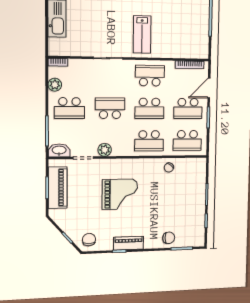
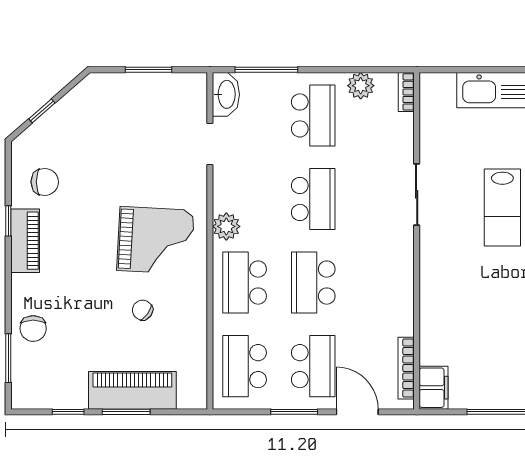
lab bench: (142, 34) -> (502, 207), moved, turned -90
filing cabinet: (199, 52) -> (434, 388), added
school desk: (150, 76) -> (382, 283), removed
school desk: (69, 108) -> (313, 115), turned 180
school desk: (188, 109) -> (313, 366), turned 180
plant: (105, 150) -> (226, 226), moved
chair: (169, 167) -> (143, 310), moved
piano: (58, 188) -> (132, 390), moved, turned 180
grand piano: (120, 194) -> (156, 240), moved, turned -87
chair: (89, 240) -> (45, 182), moved

